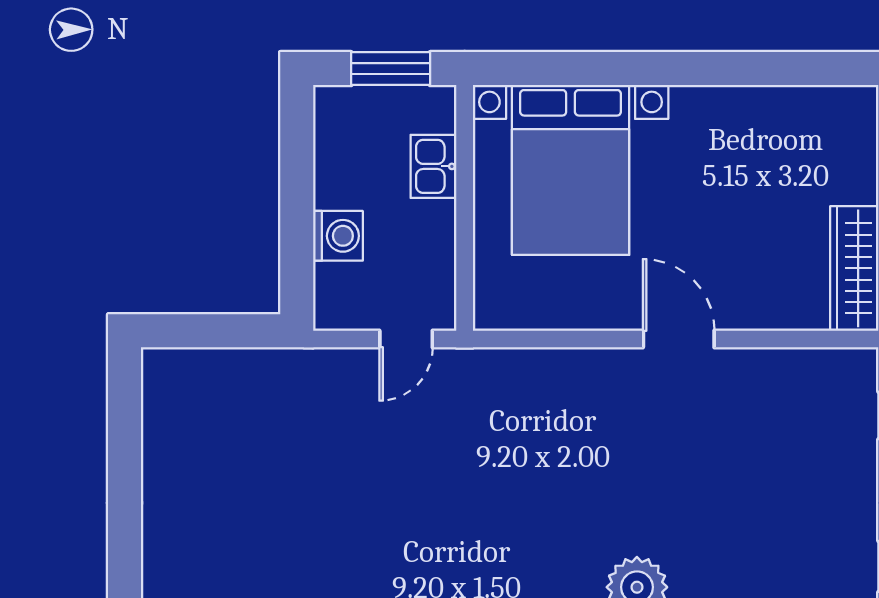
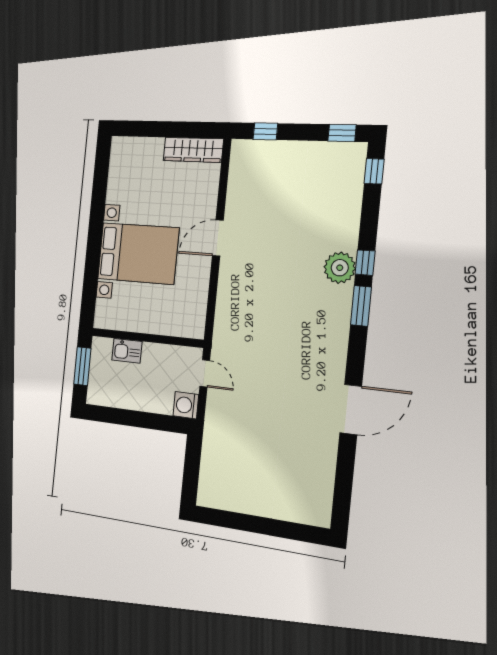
bed with nightstands: (571, 170) -> (138, 253), moved
washing machine: (338, 236) -> (186, 405), moved, turned -90

